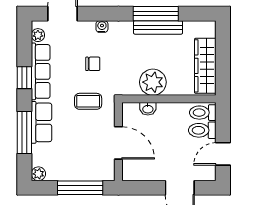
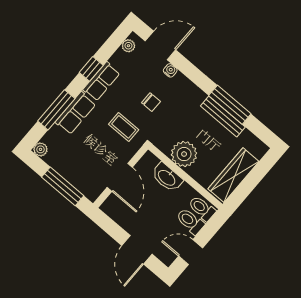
water cooler: (102, 27) -> (170, 70), moved
row of seats: (41, 71) -> (101, 81), width x0.68
washbasin: (148, 109) -> (167, 177), width x1.91, depth x1.45

